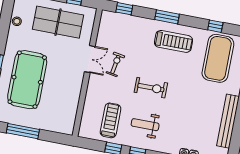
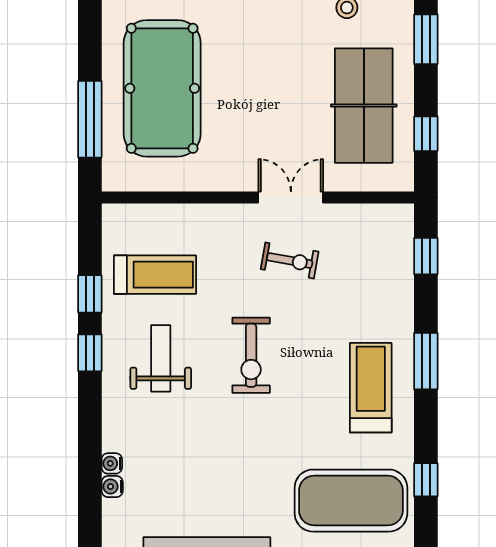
treadmill: (174, 41) -> (371, 388), turned 180
double door: (90, 59) -> (291, 197), swing flipped
pool table: (27, 80) -> (162, 88), moved, turned 90
window: (23, 131) -> (90, 119), moved

